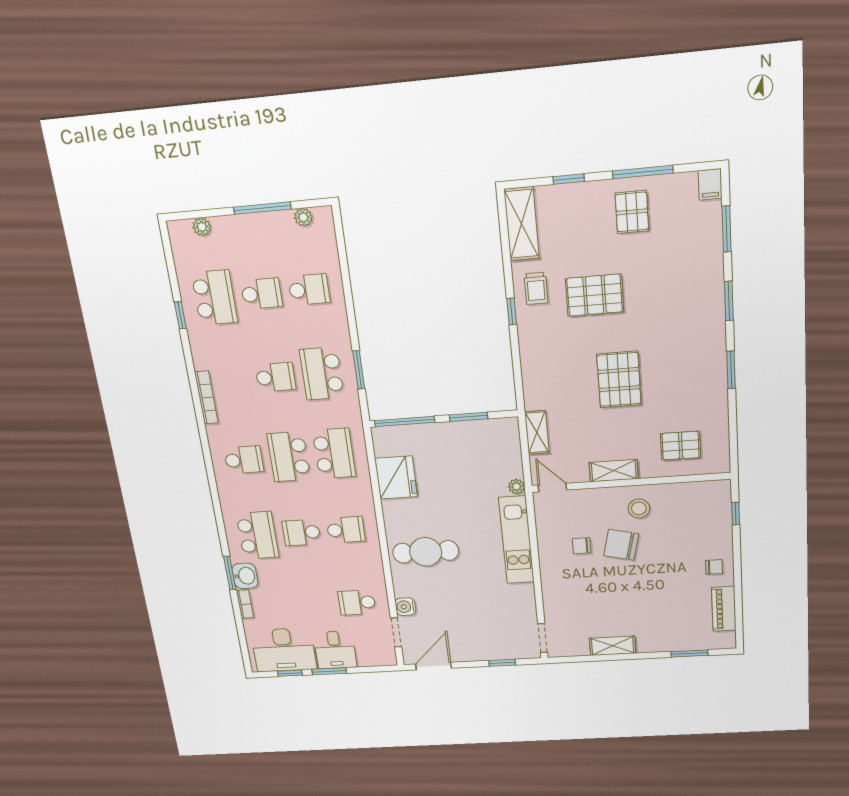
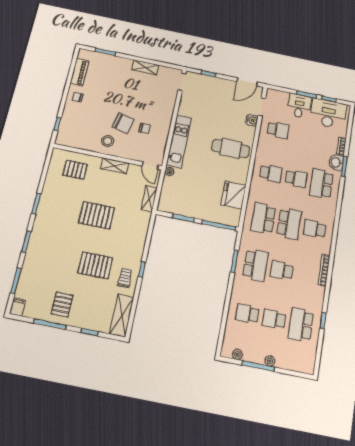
plant: (202, 227) -> (270, 361), moved
pallet: (619, 380) -> (96, 215), turned 90
school desk: (346, 530) -> (271, 173), turned 180

